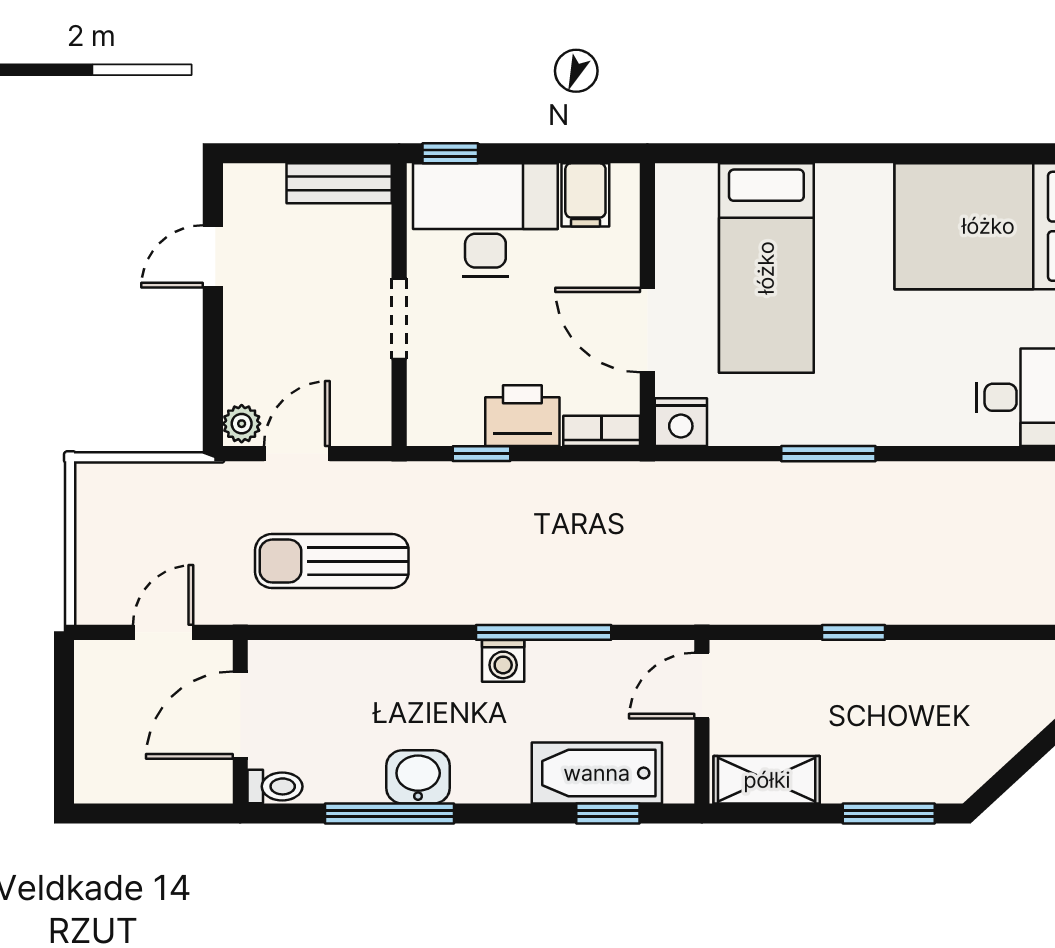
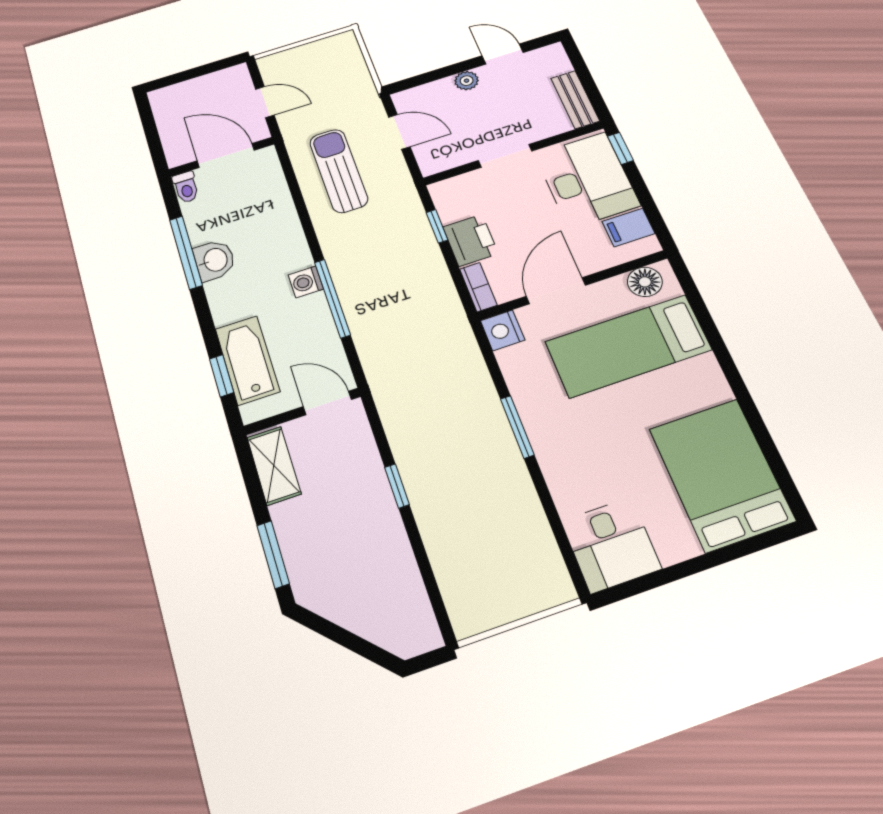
floor lamp: (679, 208) -> (645, 282), added
plant: (242, 424) -> (467, 81), moved

